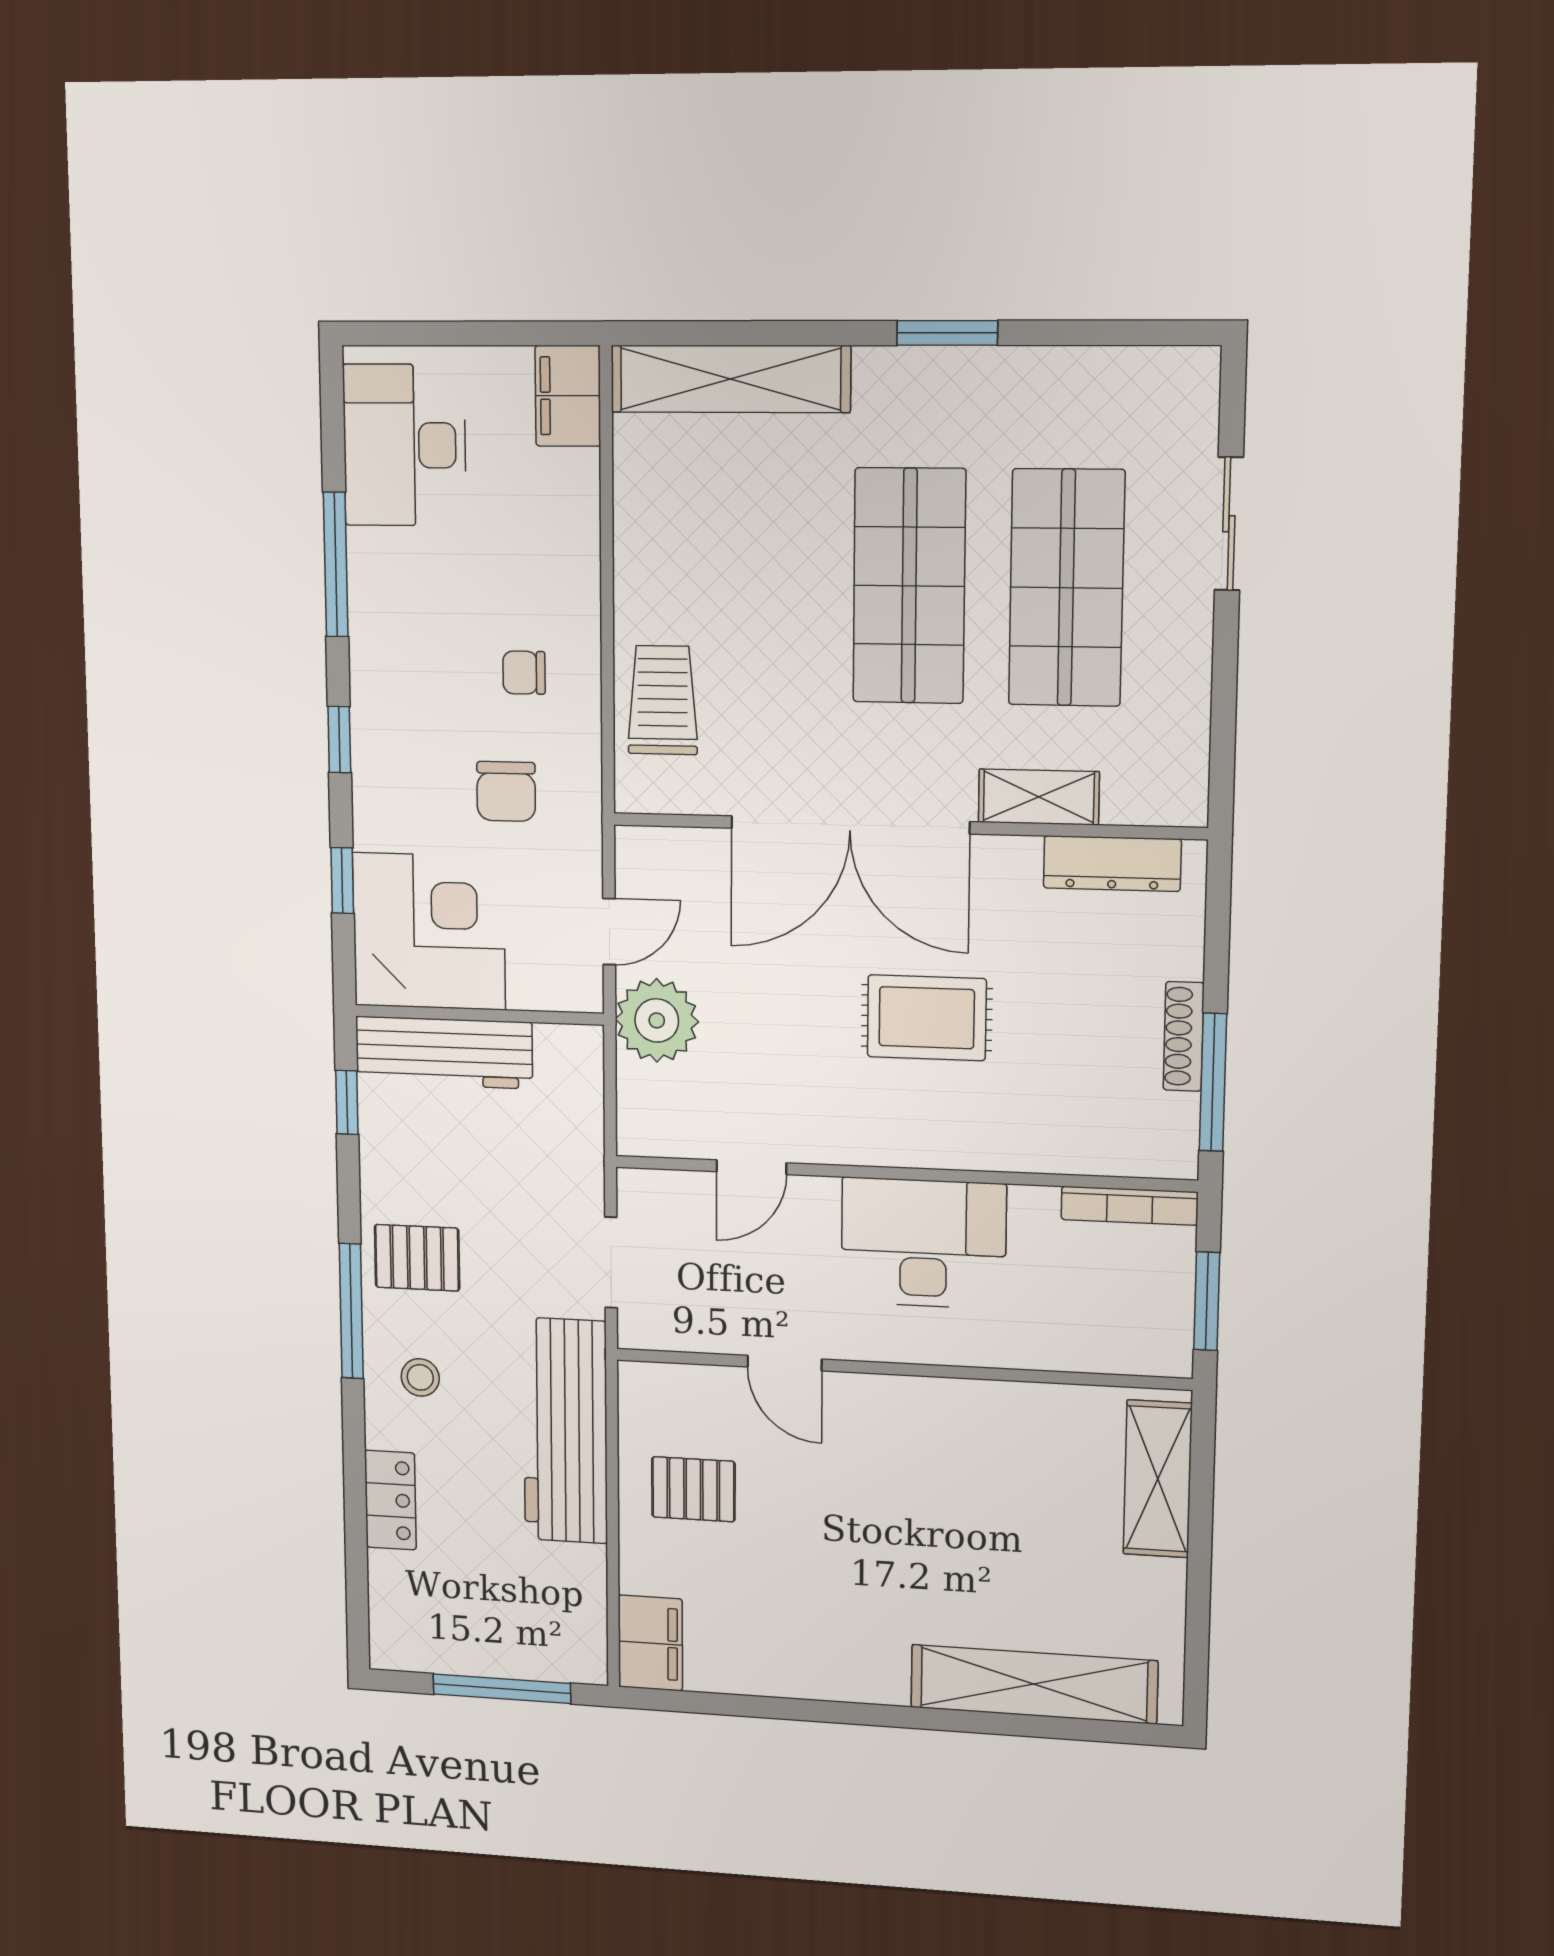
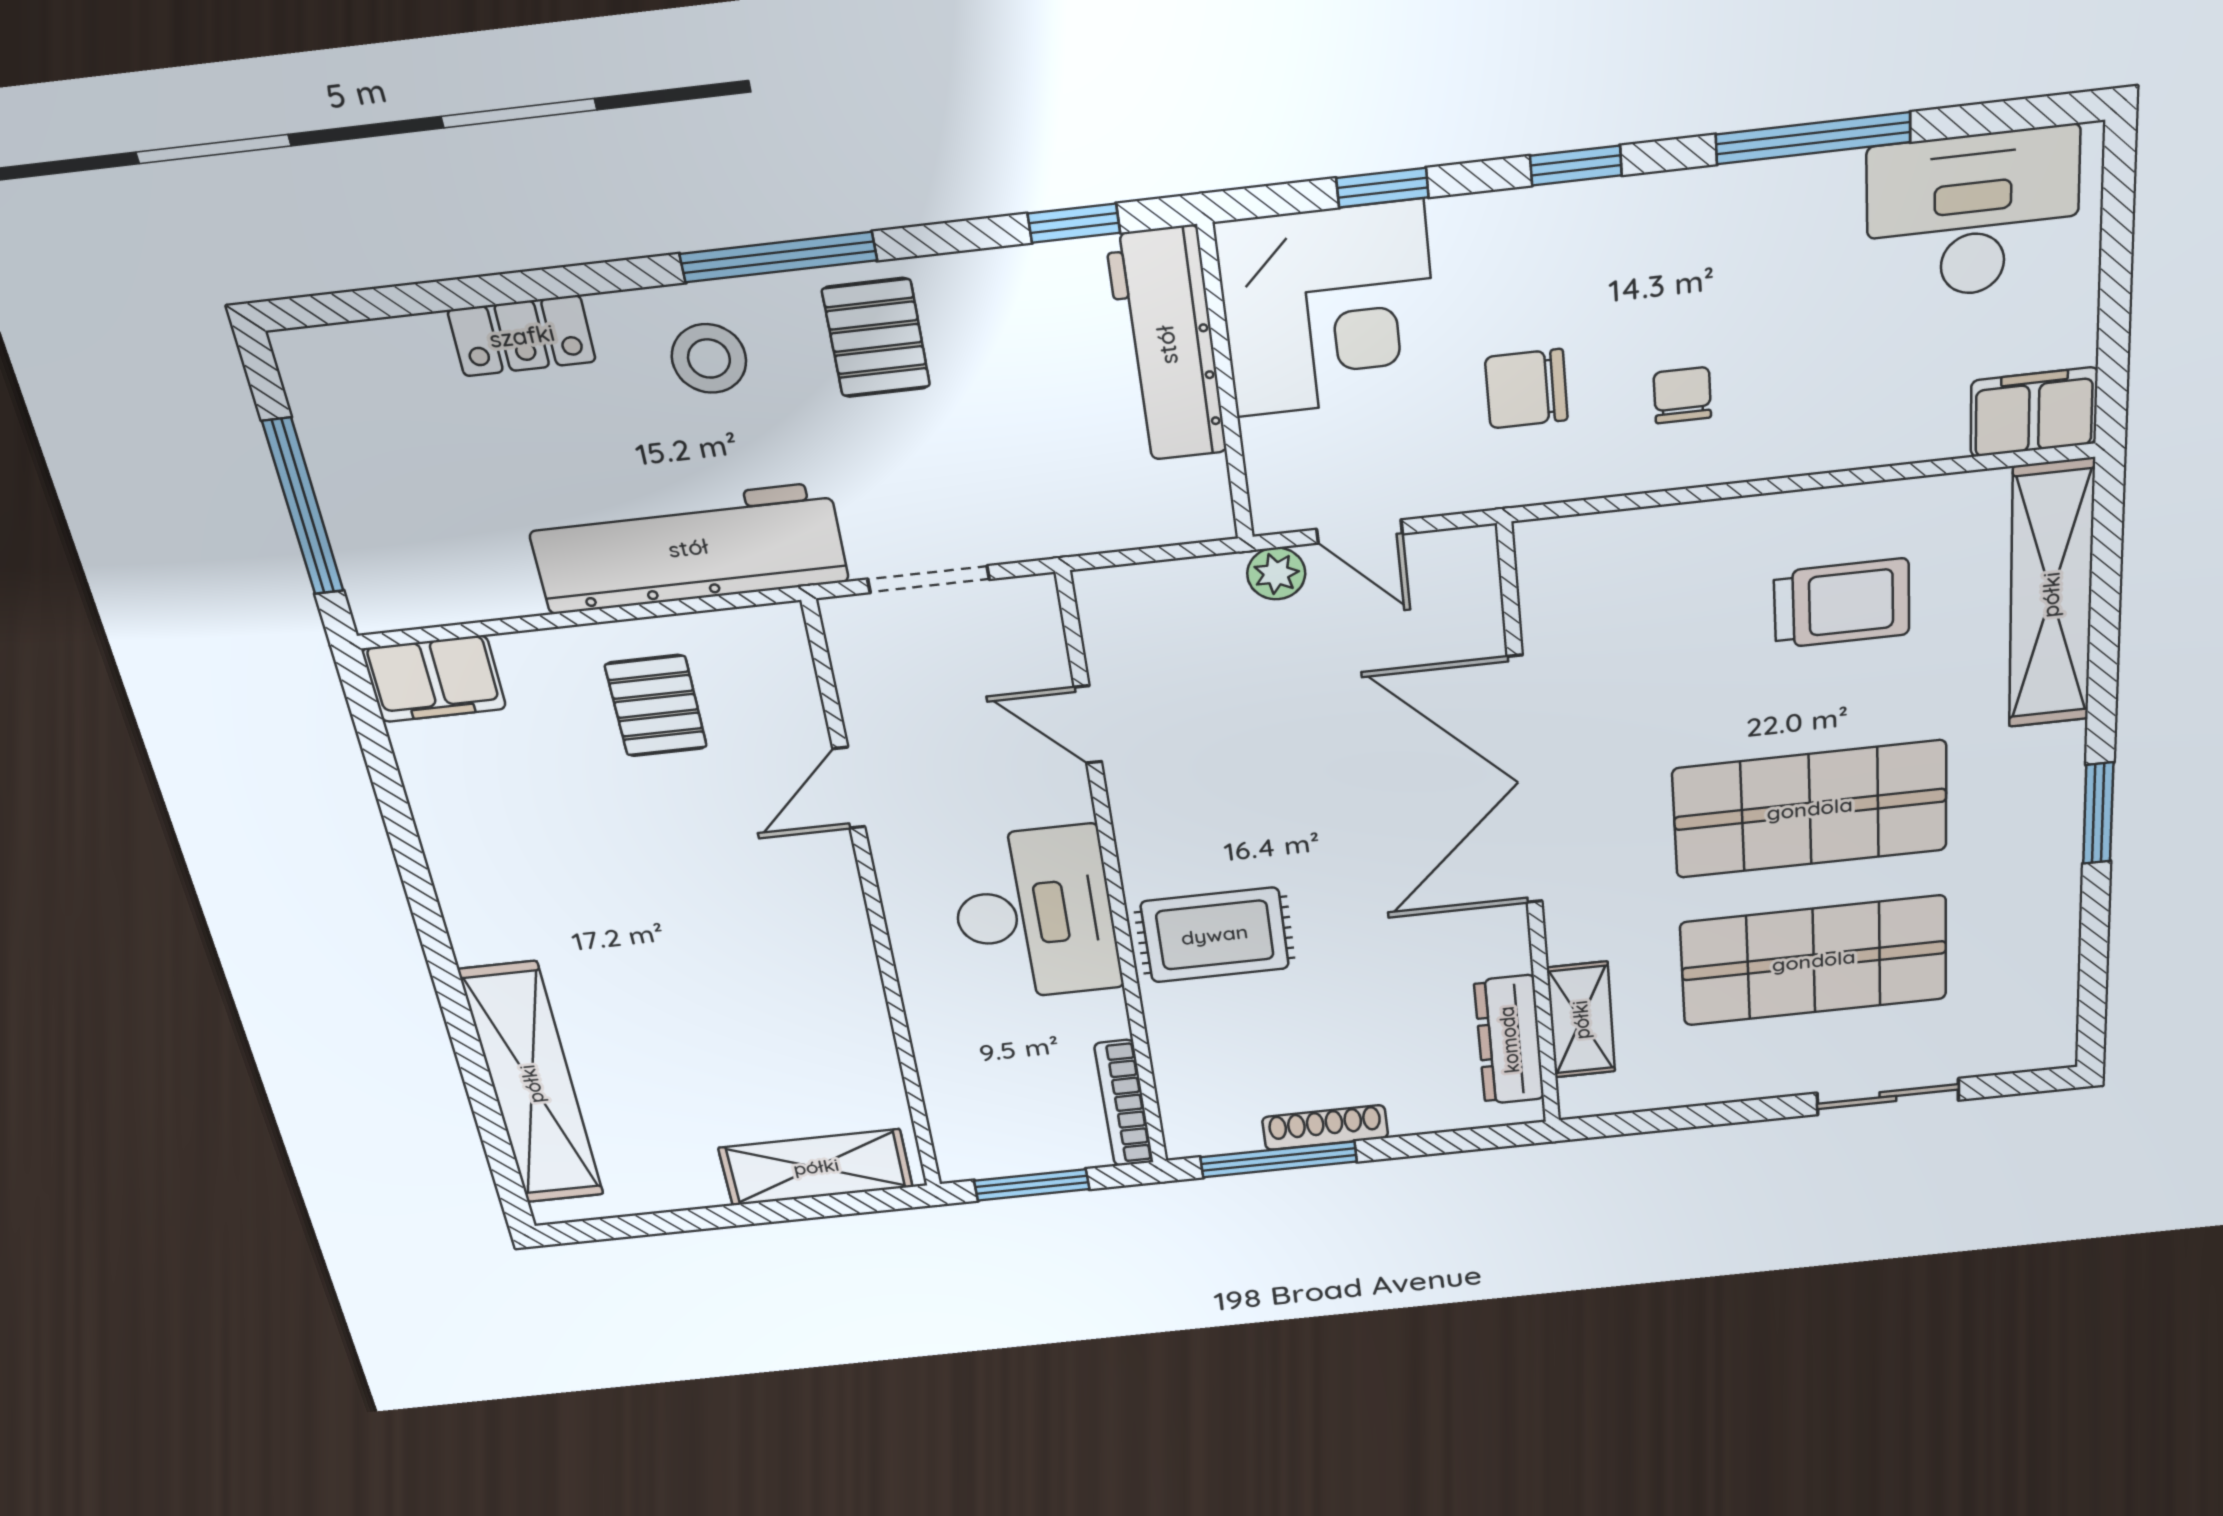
trolley: (663, 700) -> (1842, 603), moved
shelving: (1039, 797) -> (1581, 1020), moved
rug: (927, 1018) -> (1215, 935), moved, turned 90
plant: (657, 1020) -> (1276, 574), width x0.53, depth x0.53
stool: (420, 1377) -> (709, 358), width x1.37, depth x1.37

